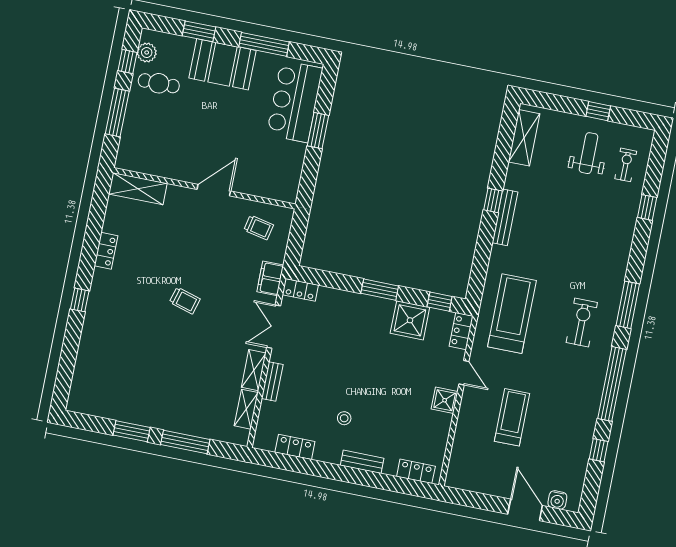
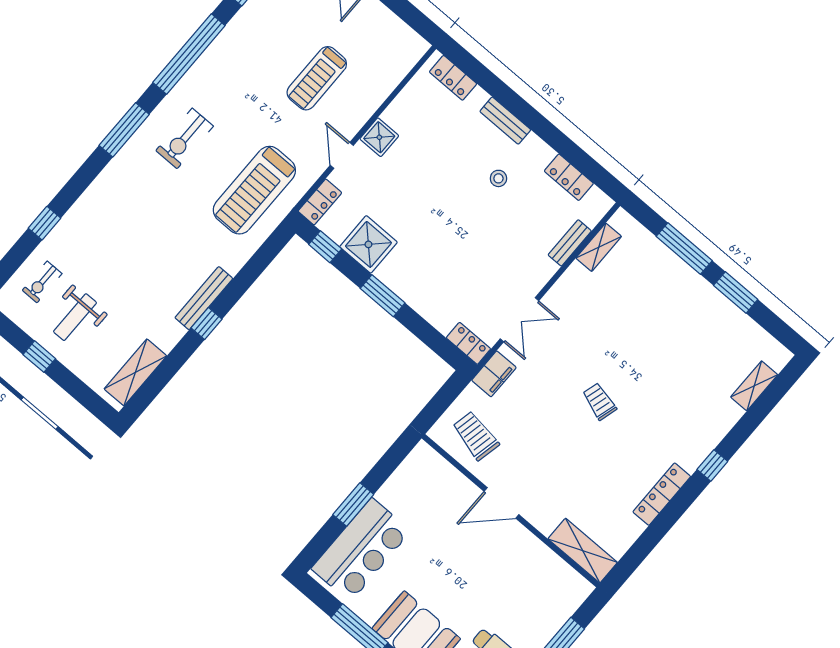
trolley: (259, 228) -> (476, 436), width x1.36, depth x1.39
locker: (106, 251) -> (662, 494), width x1.53
shelving: (254, 370) -> (754, 386), moved
bench: (272, 381) -> (570, 243), moved

